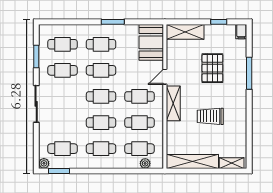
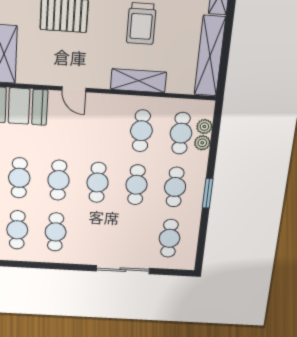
window: (36, 57) -> (34, 265), removed
cafe table: (139, 96) -> (102, 128), removed
shelving: (173, 103) -> (138, 81), moved
sliding door: (36, 104) -> (123, 270), moved
plant: (44, 163) -> (202, 143), moved
window: (59, 171) -> (208, 193), moved

